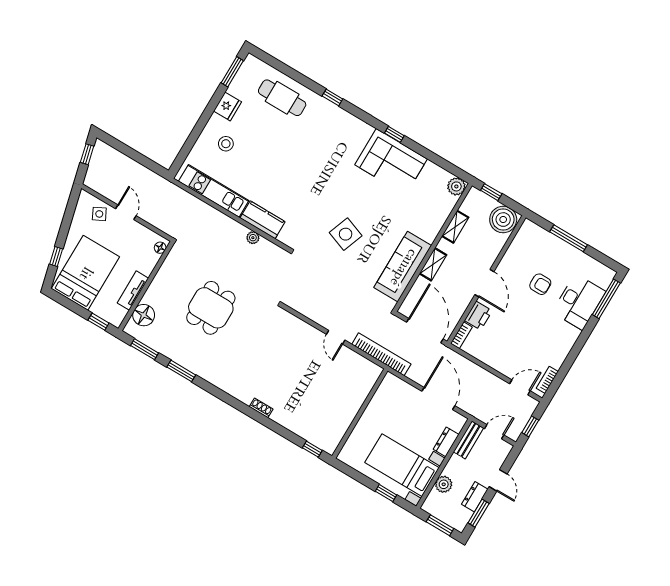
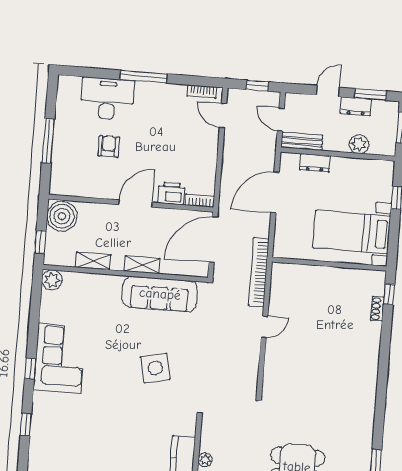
window: (332, 97) -> (26, 424), moved
side table: (346, 234) -> (155, 368), turned -33
window: (606, 299) -> (143, 77), moved
shoe rack: (261, 408) -> (377, 309), moved
bed with nightstands: (402, 465) -> (352, 232), moved, turned 90

